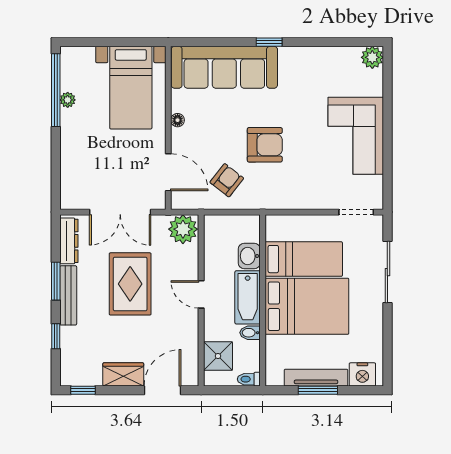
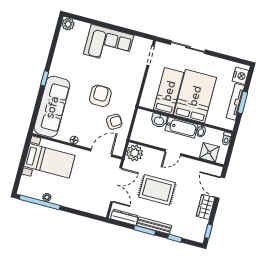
armchair: (227, 180) -> (114, 122), turned 110

